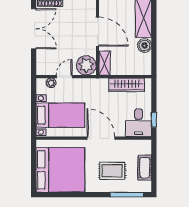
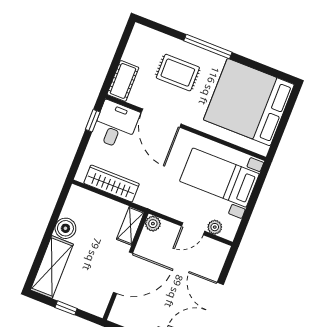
door: (98, 32) -> (123, 273), swing flipped
plant: (86, 65) -> (153, 224), width x0.53, depth x0.53
door: (101, 138) -> (161, 118), moved
cot: (145, 168) -> (123, 81), moved
window: (127, 195) -> (208, 47), moved

